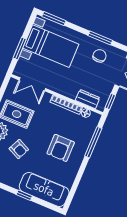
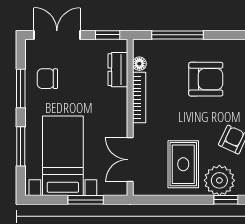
window: (54, 19) -> (21, 146), moved
double door: (32, 84) -> (130, 160), swing flipped

